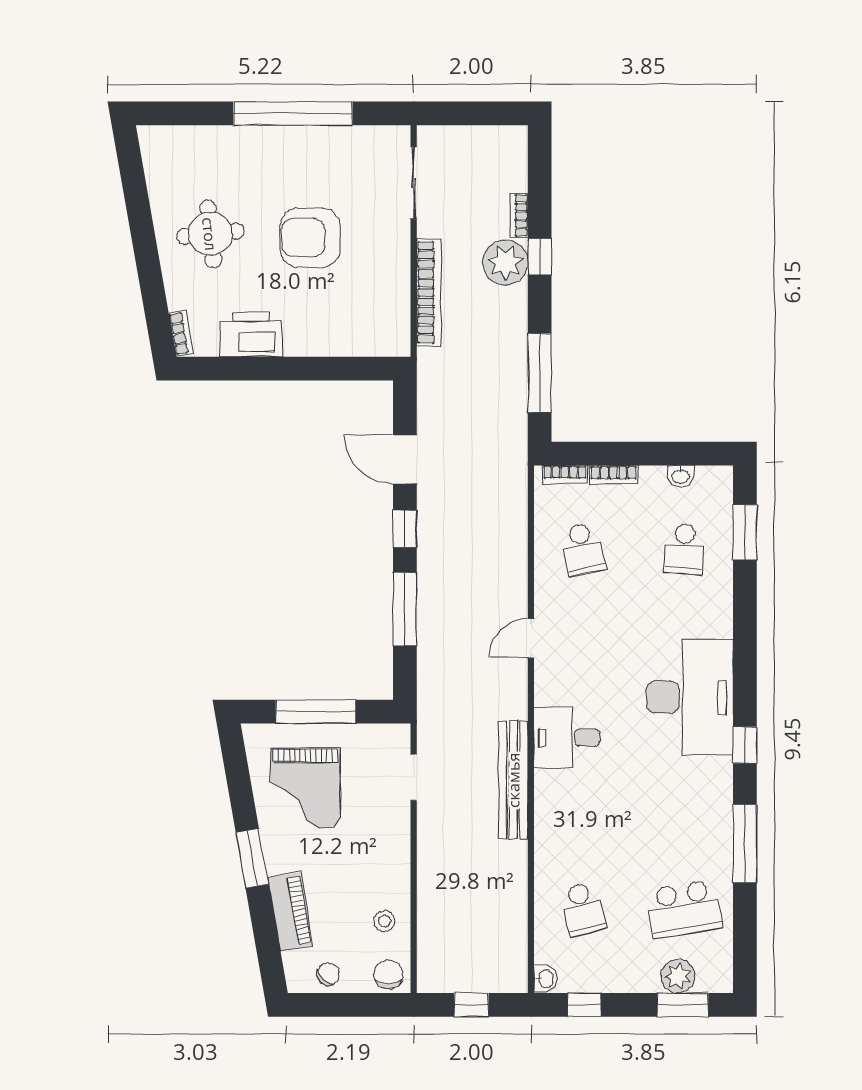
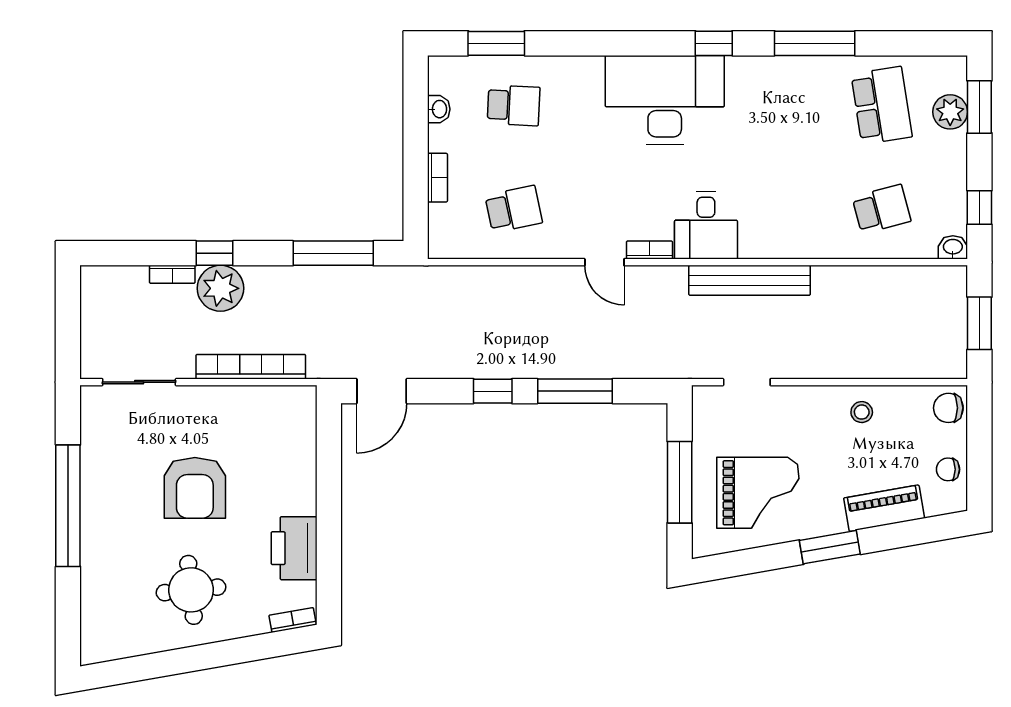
door: (405, 459) -> (382, 391), moved
bookcase: (565, 474) -> (649, 250), moved, turned -90
stool: (385, 921) -> (862, 412), moved
chair: (328, 974) -> (948, 469), turned -44
window: (471, 1005) -> (979, 323), width x1.50

